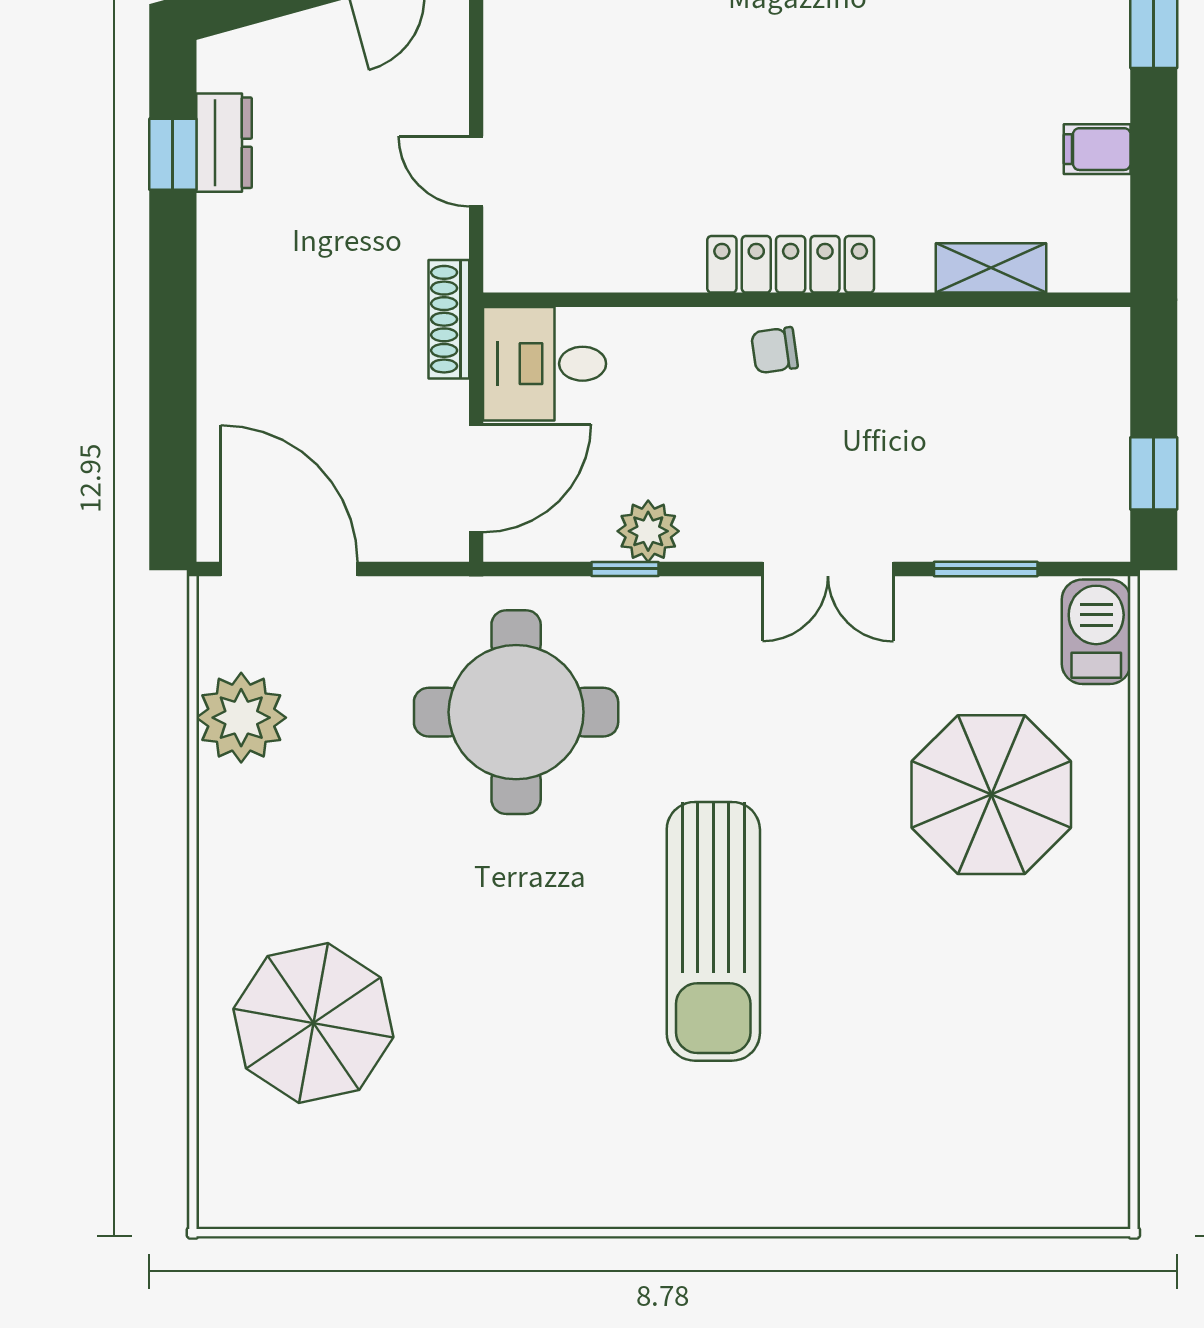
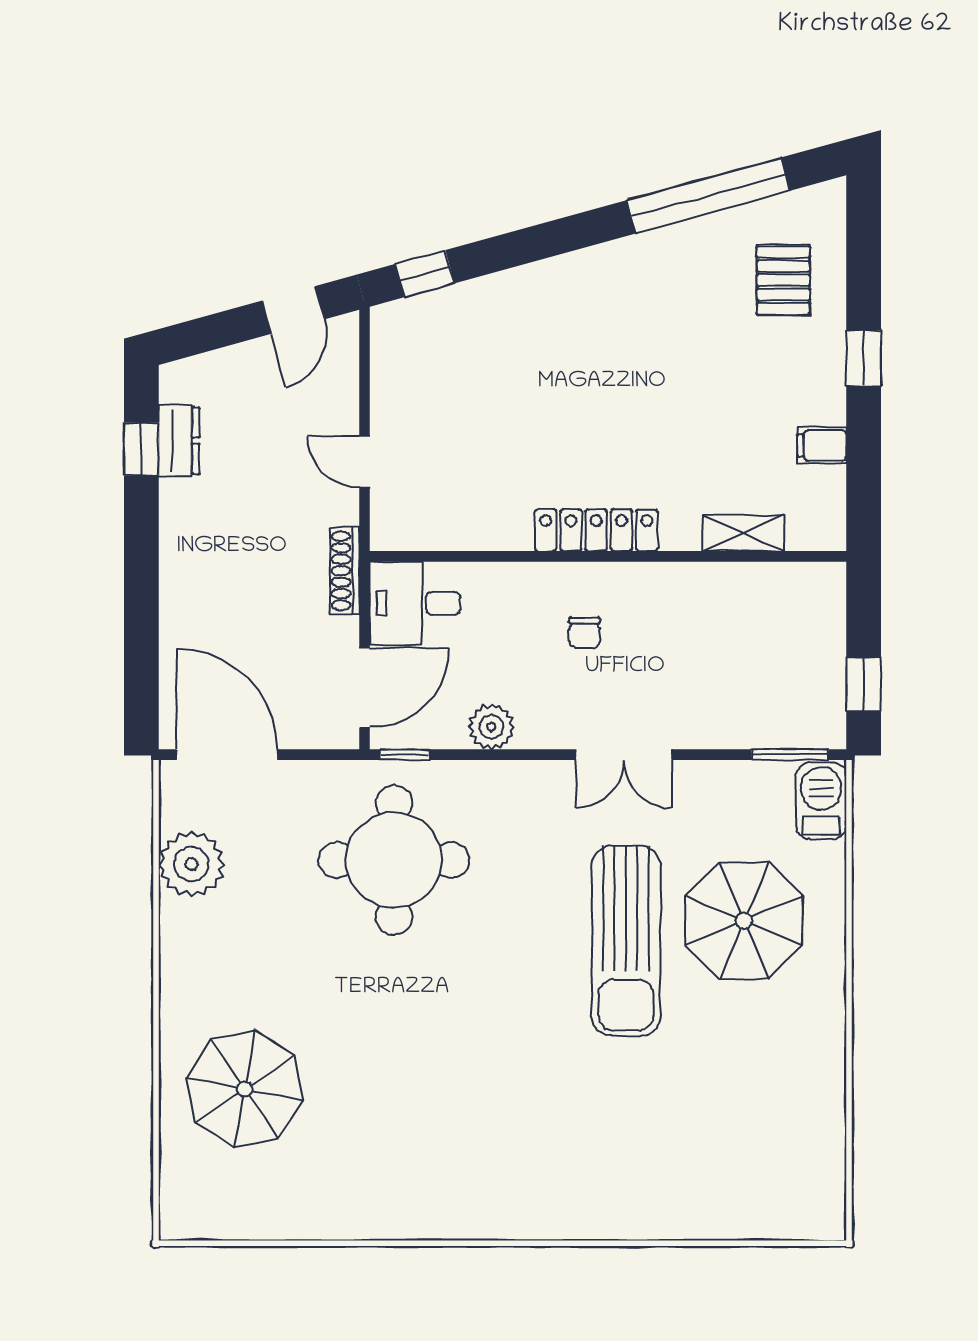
chair: (774, 350) -> (584, 633), moved, turned -82
window: (625, 569) -> (404, 755), moved
window: (986, 569) -> (790, 755), moved
sun lounger: (713, 931) -> (626, 941), moved

